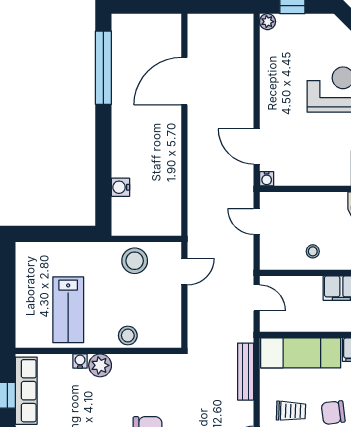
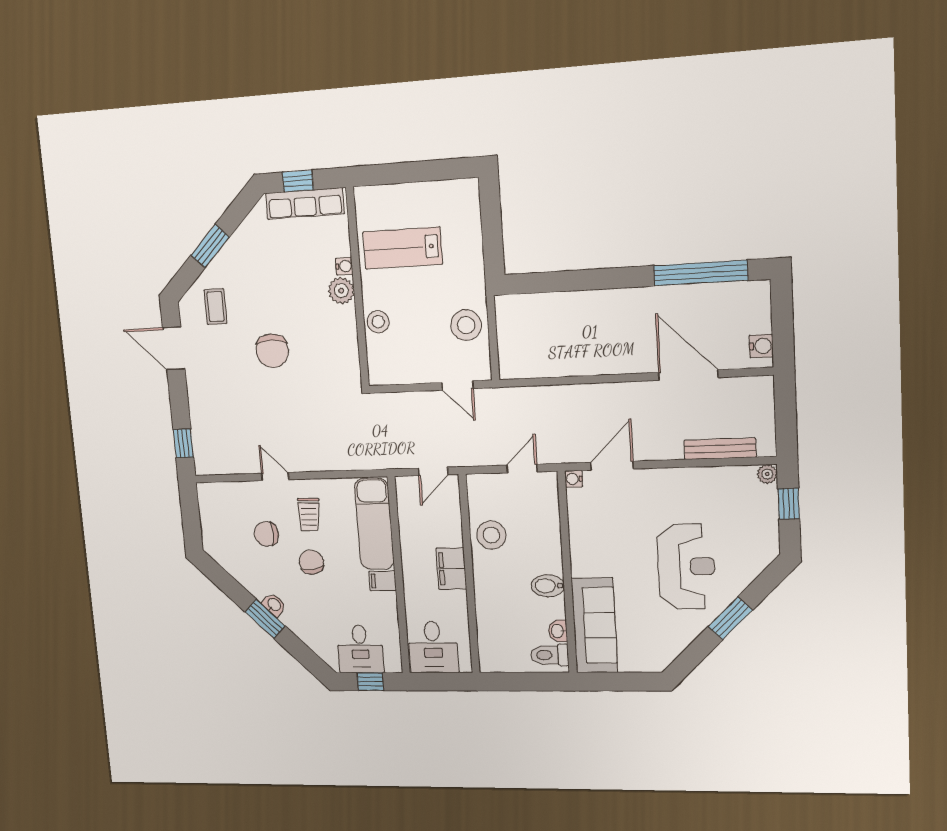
water cooler: (120, 187) -> (761, 346), moved, turned 90
stool: (313, 251) -> (491, 535), width x1.89, depth x1.89
bench: (246, 372) -> (720, 449), moved

